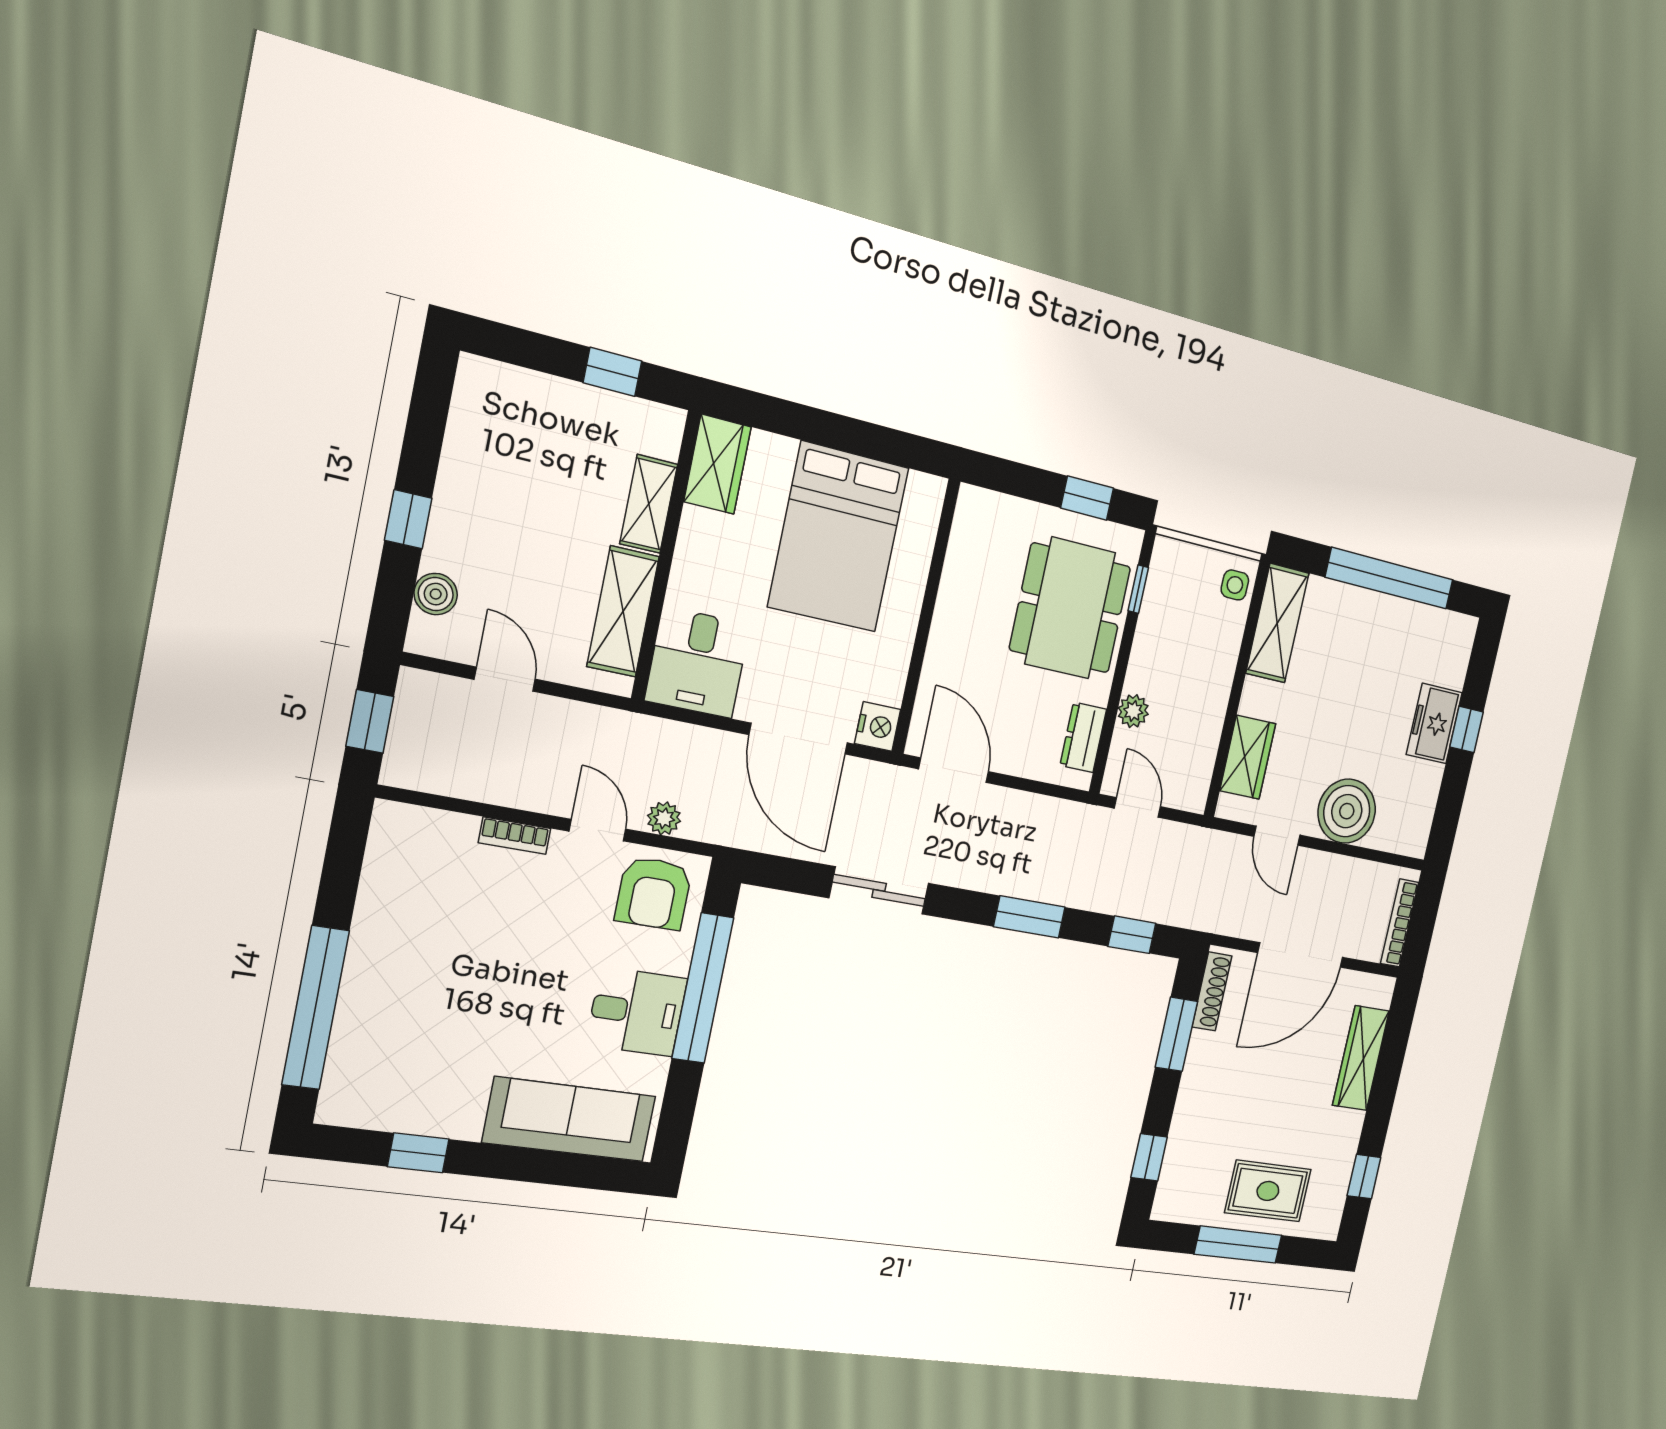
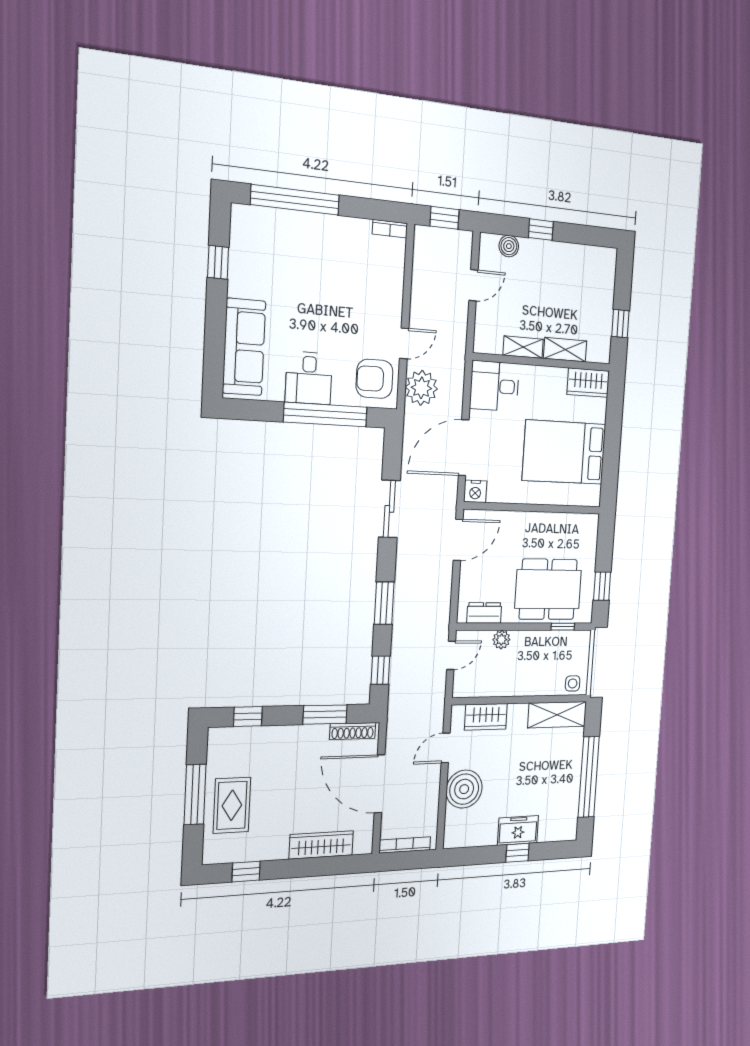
shelving: (623, 612) -> (523, 347), width x0.67, depth x0.75
plant: (664, 818) -> (421, 388), width x1.88, depth x1.88
bookcase: (515, 836) -> (390, 229), moved, turned -90

